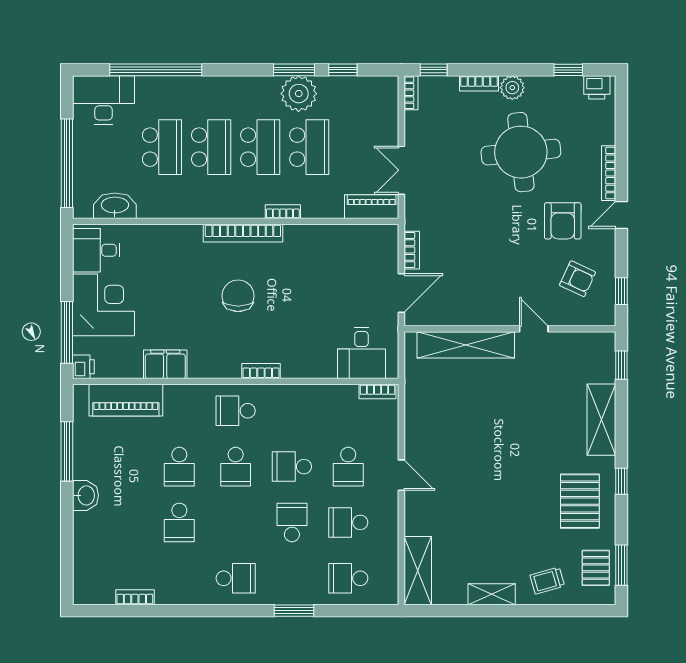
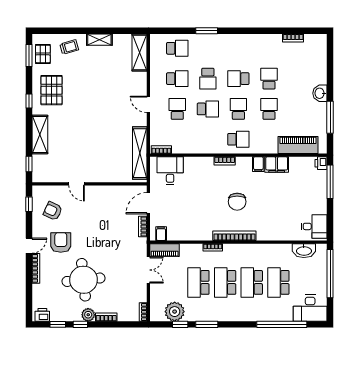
window: (434, 70) -> (80, 324), moved
plant: (299, 94) -> (175, 312), moved
filing cabinet: (378, 237) -> (161, 234), added
corner desk: (104, 305) -> (310, 197), removed
shelving: (466, 345) -> (140, 153), moved, turned 90
filing cabinet: (199, 365) -> (258, 164), added
school desk: (236, 578) -> (238, 79), moved

